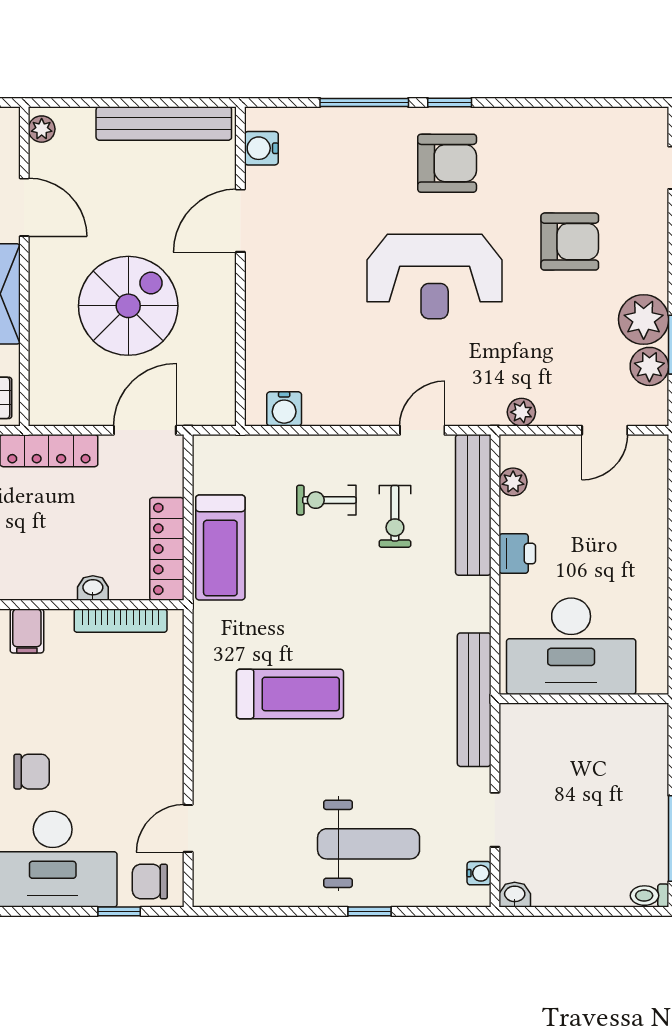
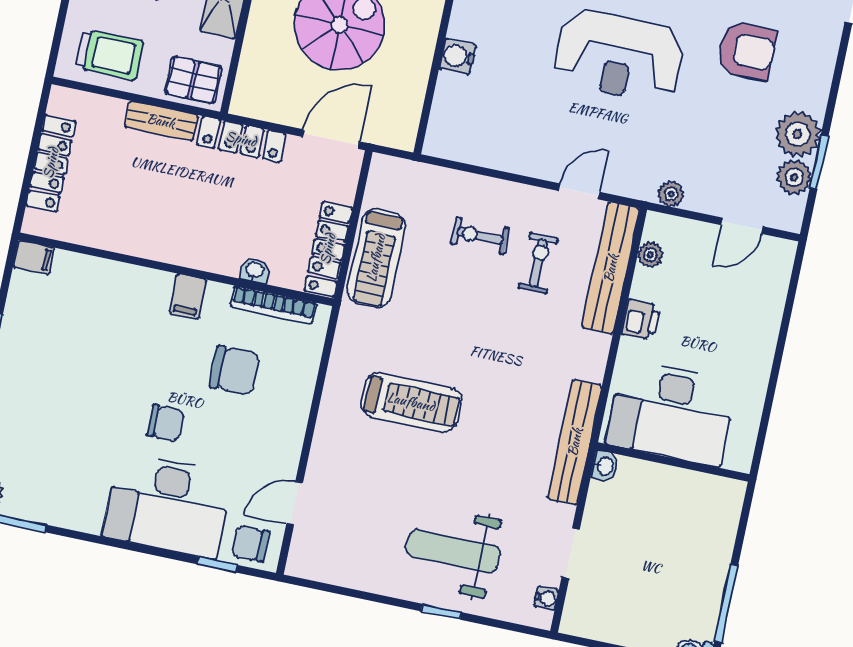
water cooler: (284, 409) -> (458, 56), moved, turned 90
exercise bike: (395, 516) -> (538, 263), turned 180
chair: (94, 700) -> (235, 370), added
weight bench: (369, 844) -> (453, 551), turned 180
washbasin: (515, 895) -> (605, 466), moved, turned 90

